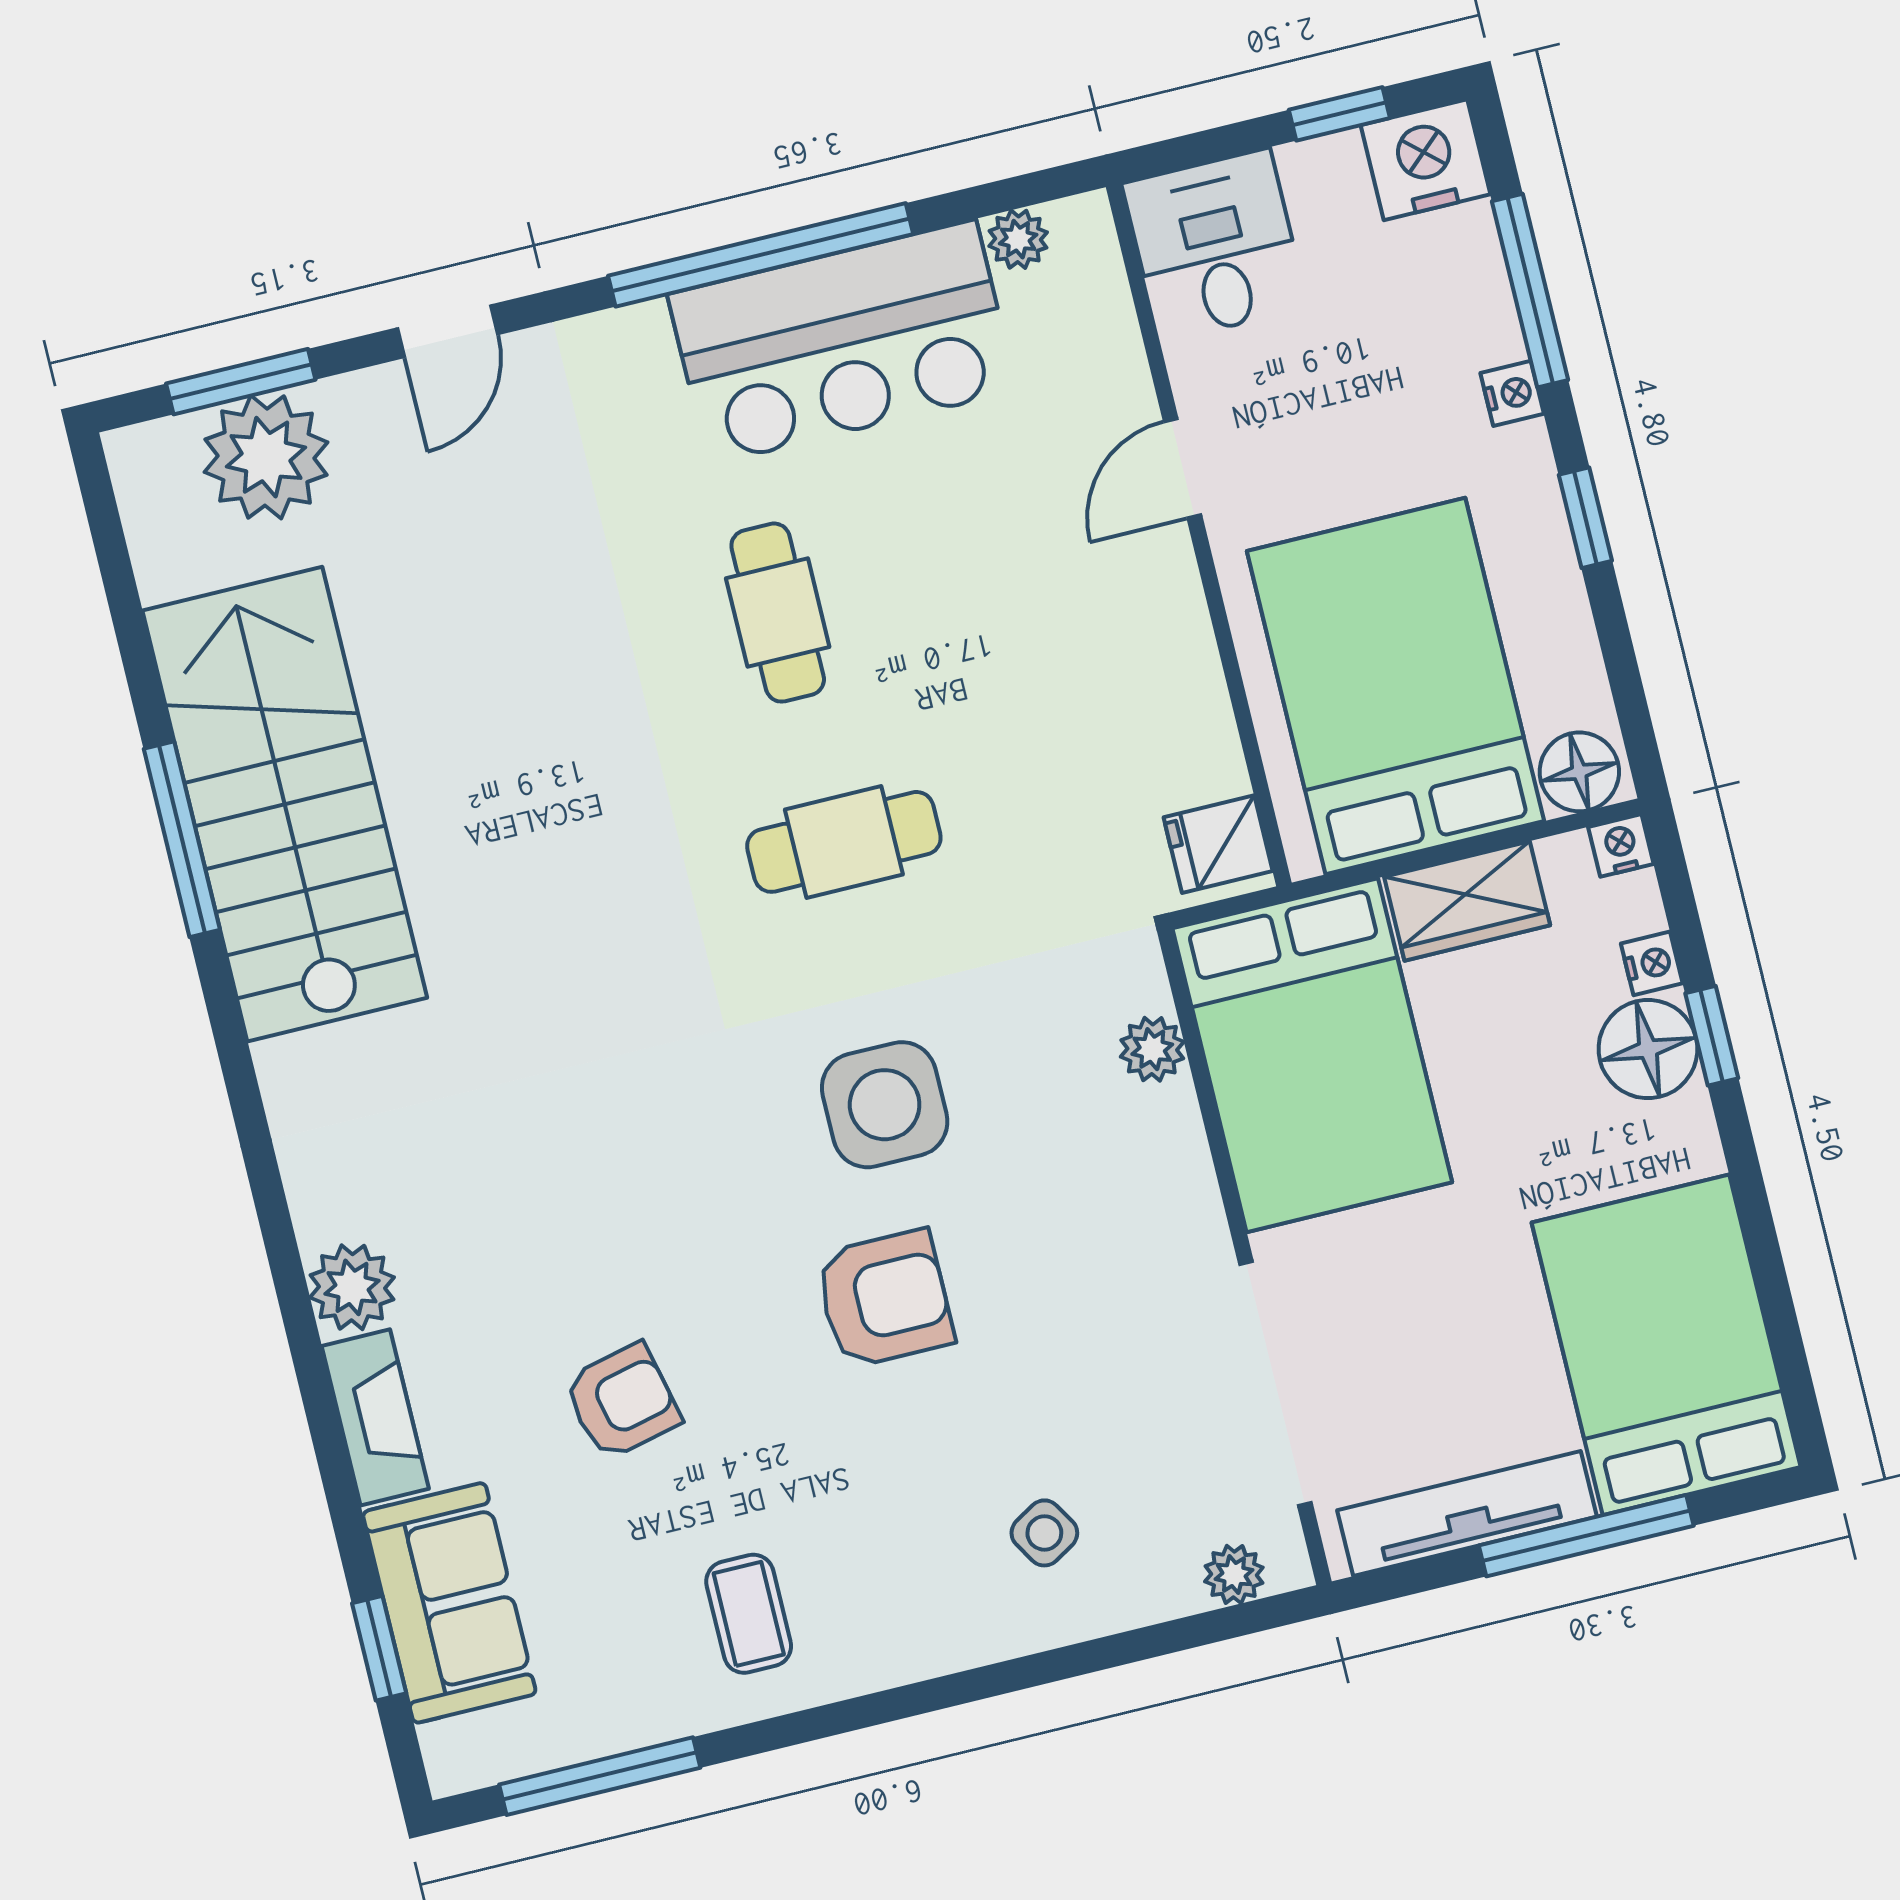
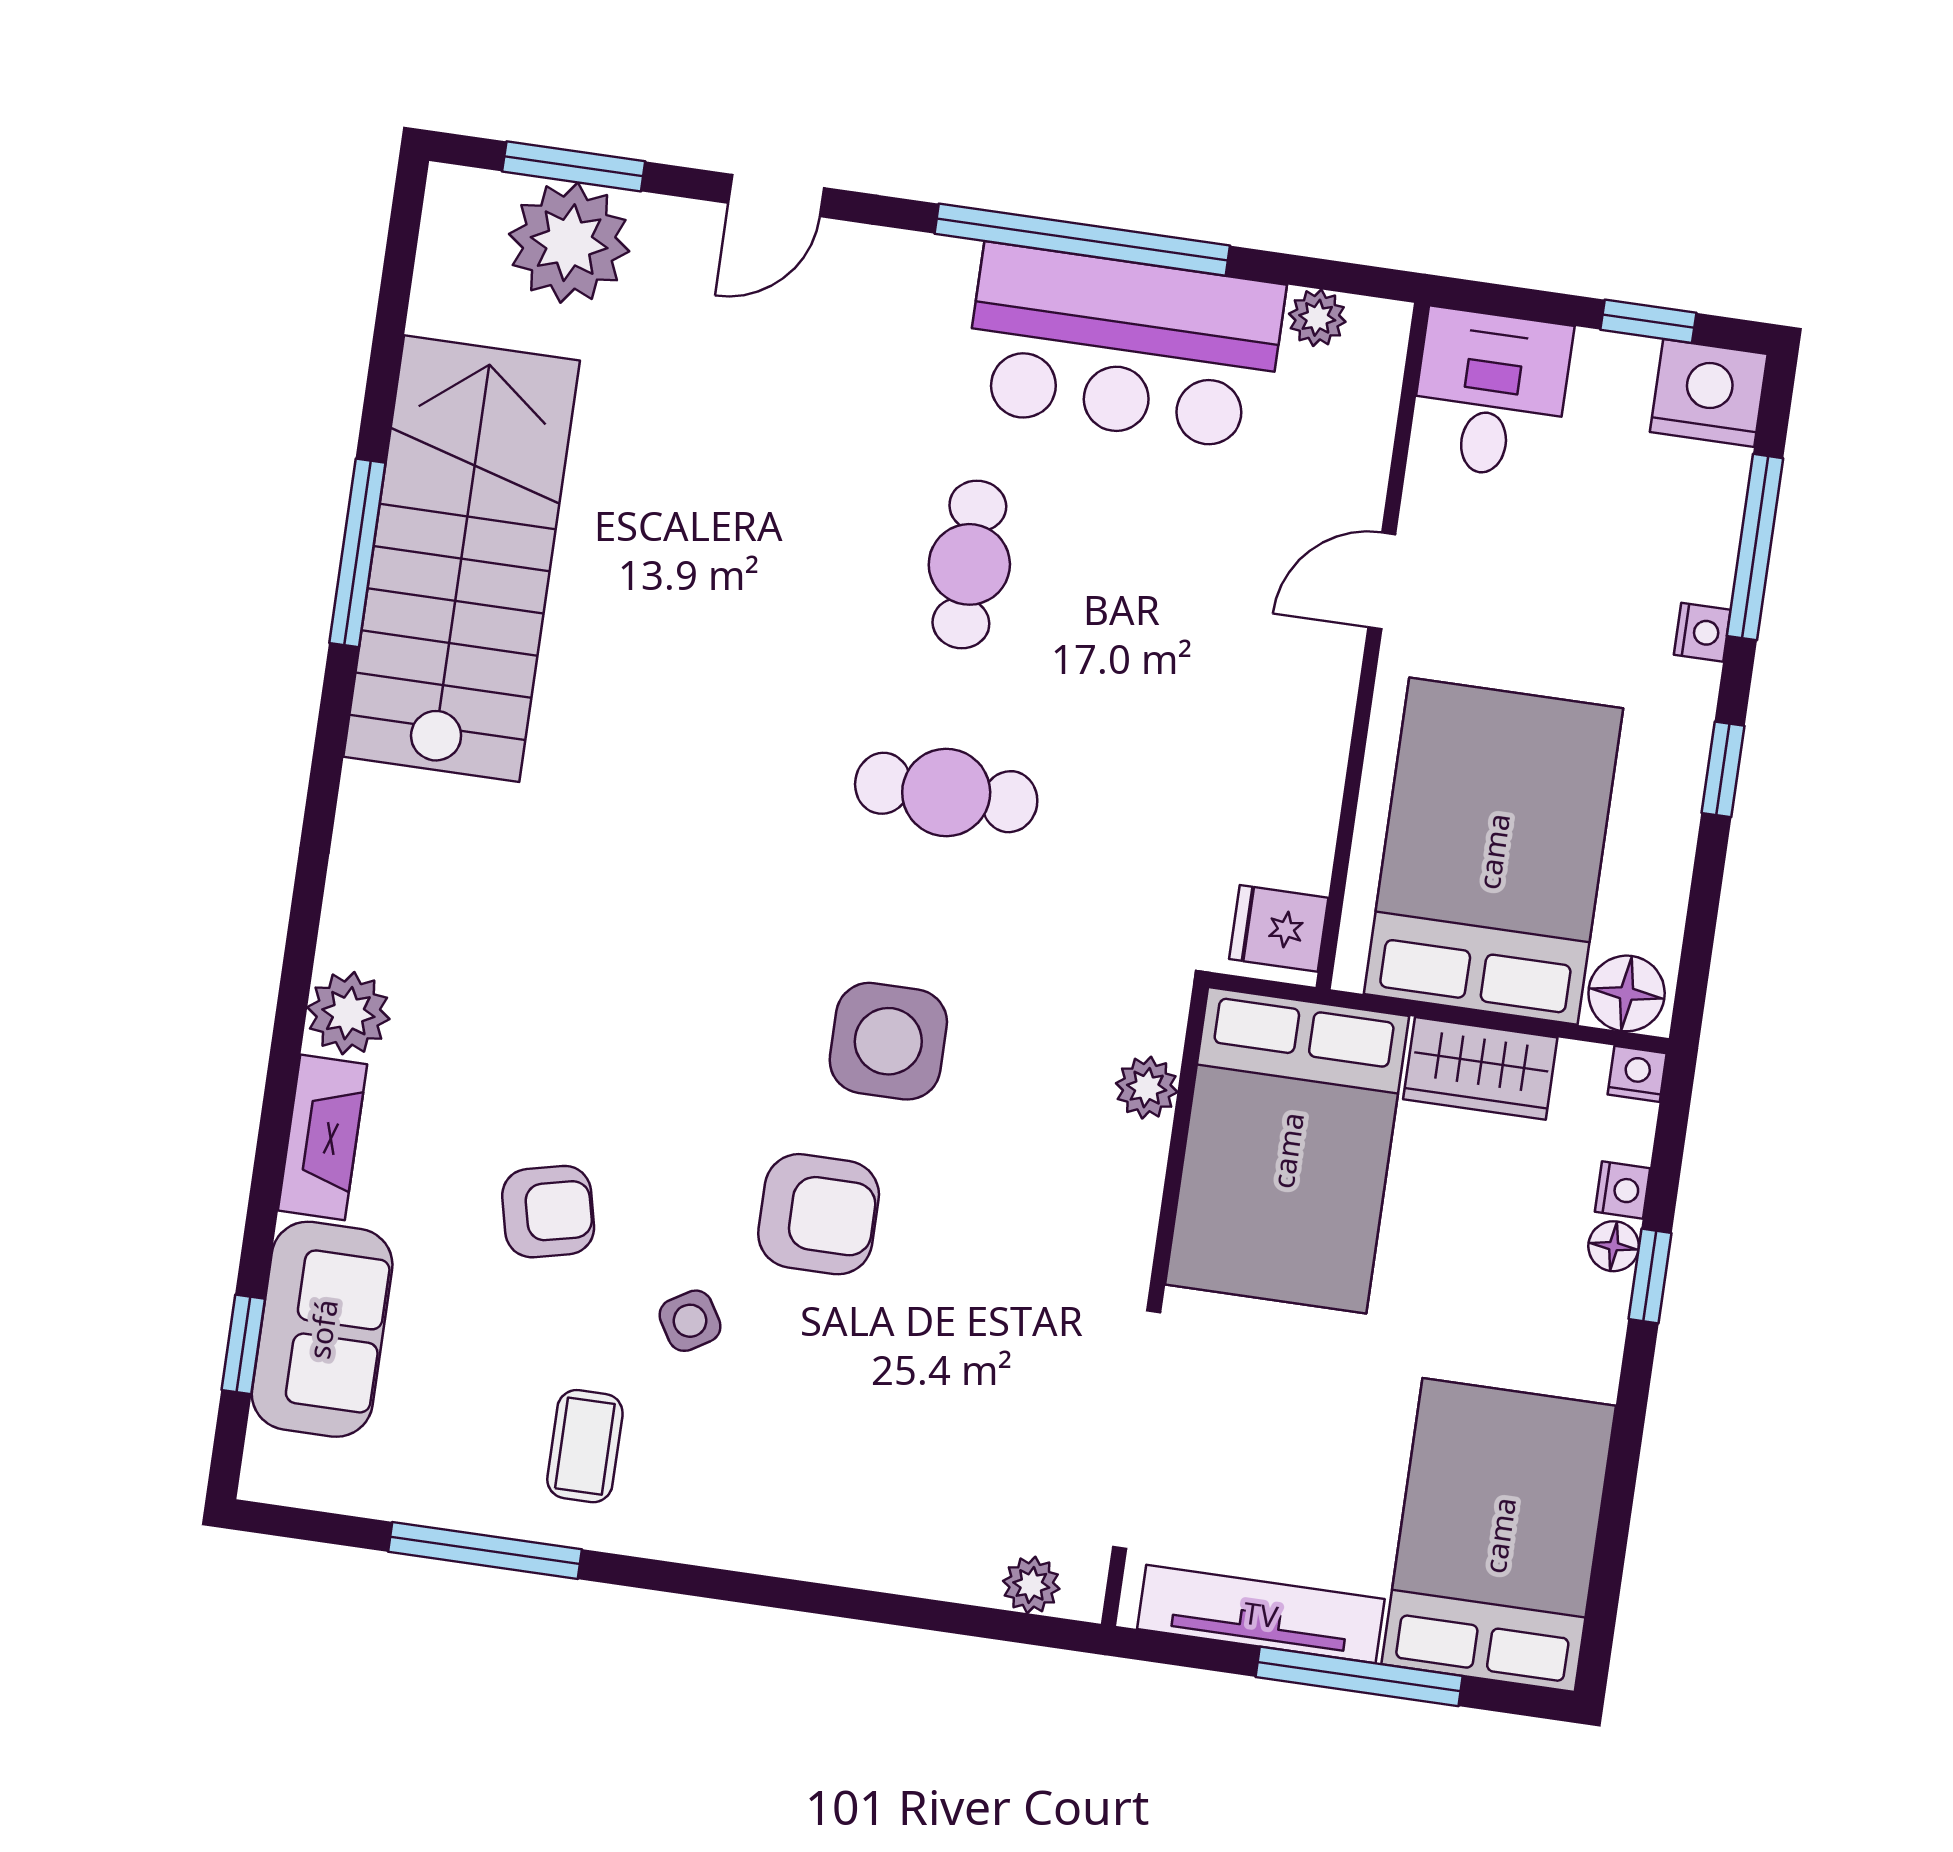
floor lamp: (1648, 1049) -> (1614, 1246), width x0.53, depth x0.53
side table: (1044, 1533) -> (690, 1321), moved
window: (600, 1776) -> (485, 1550), moved

